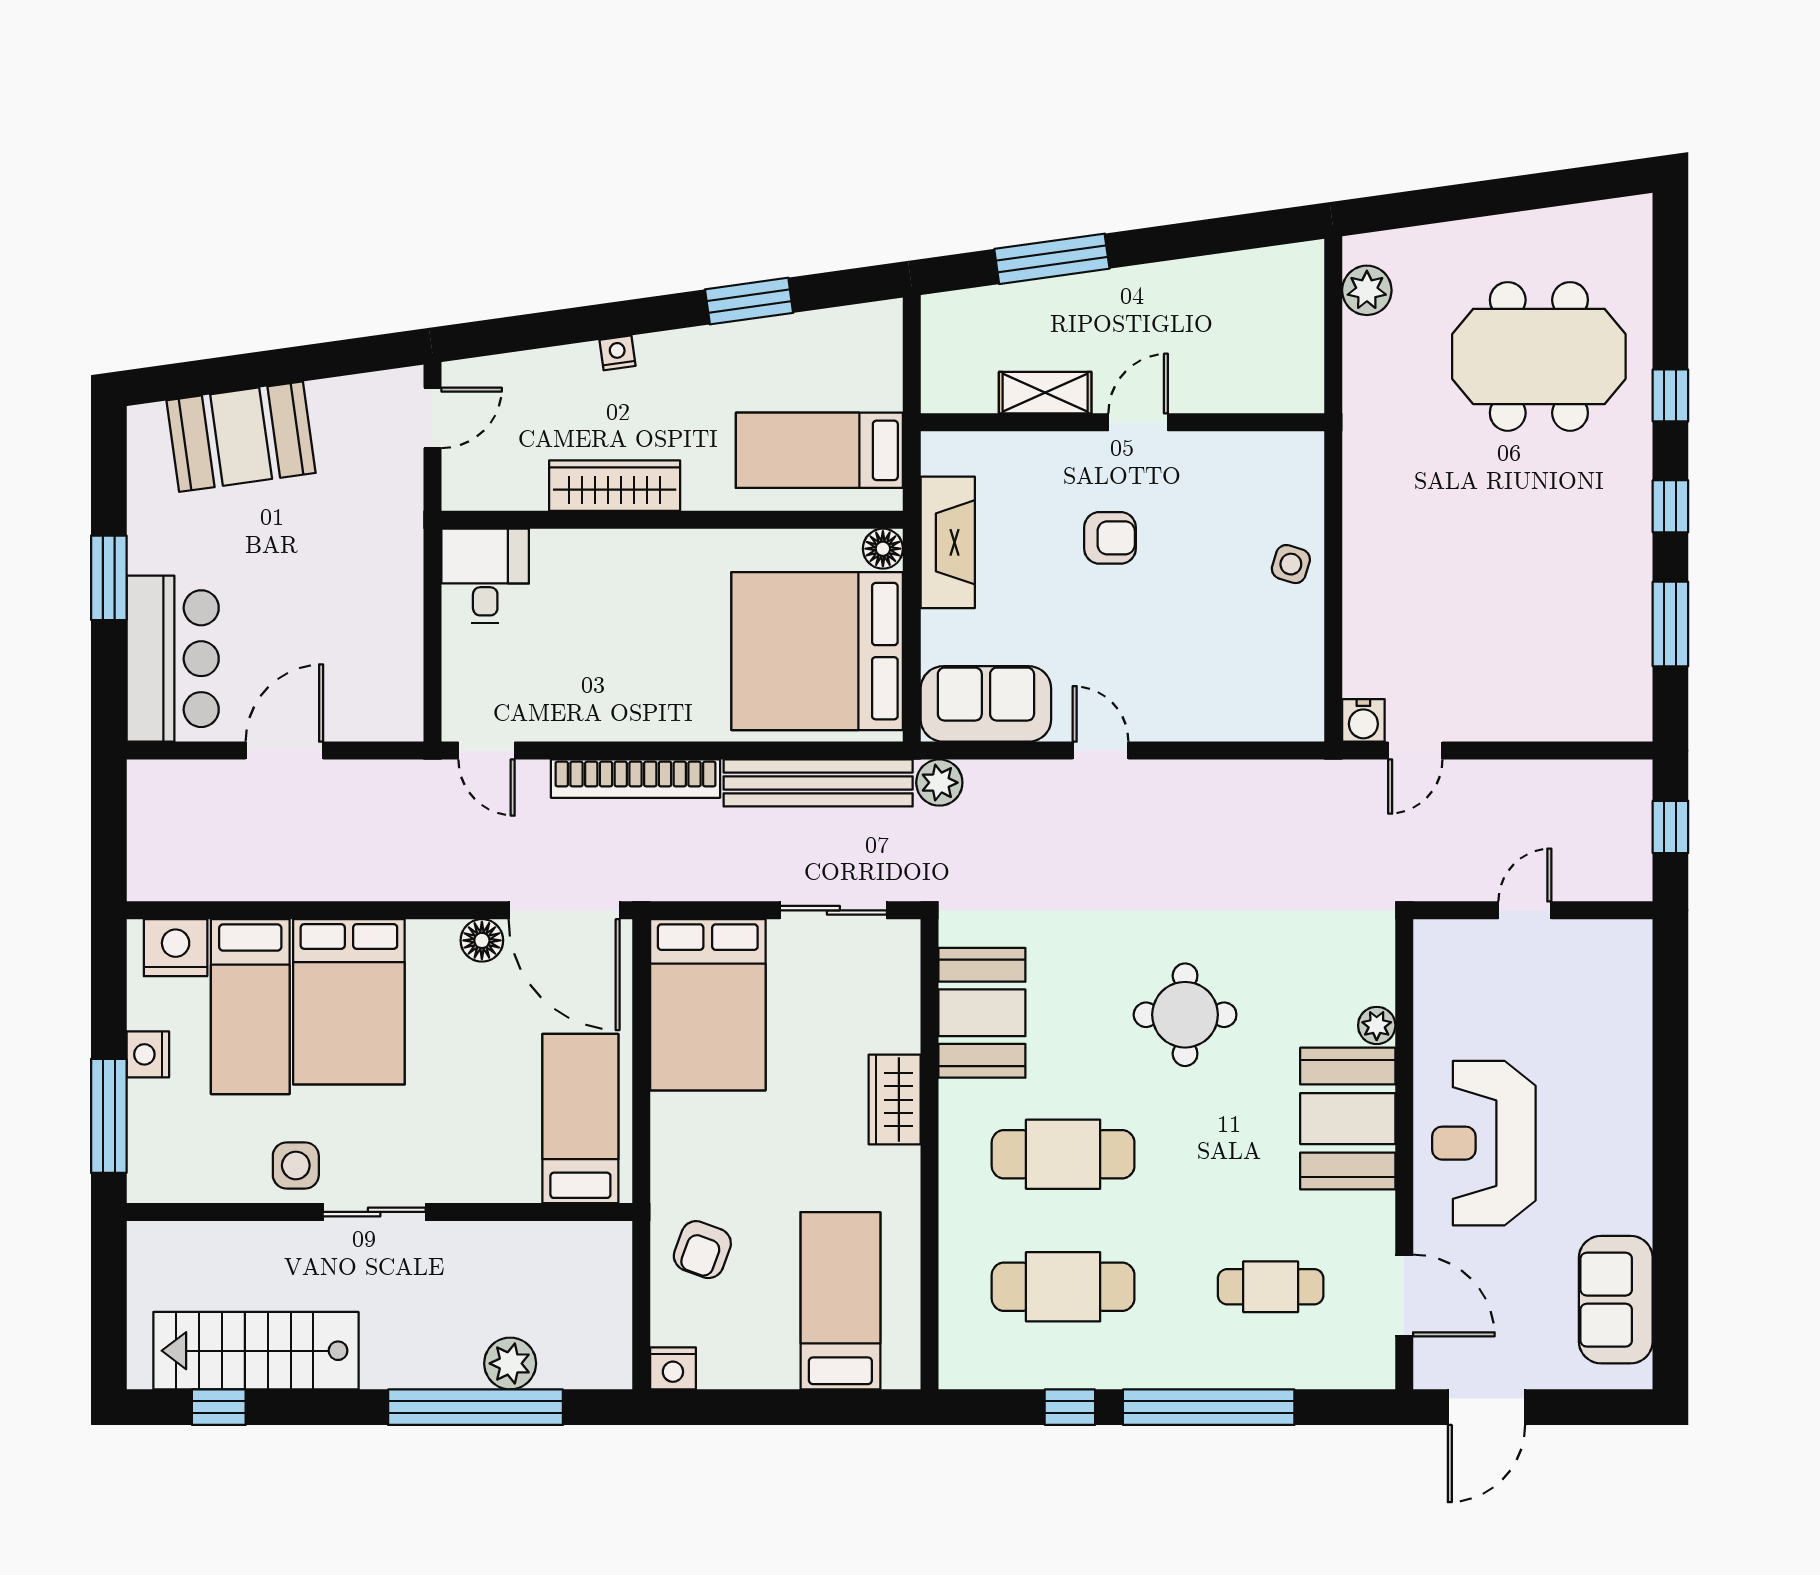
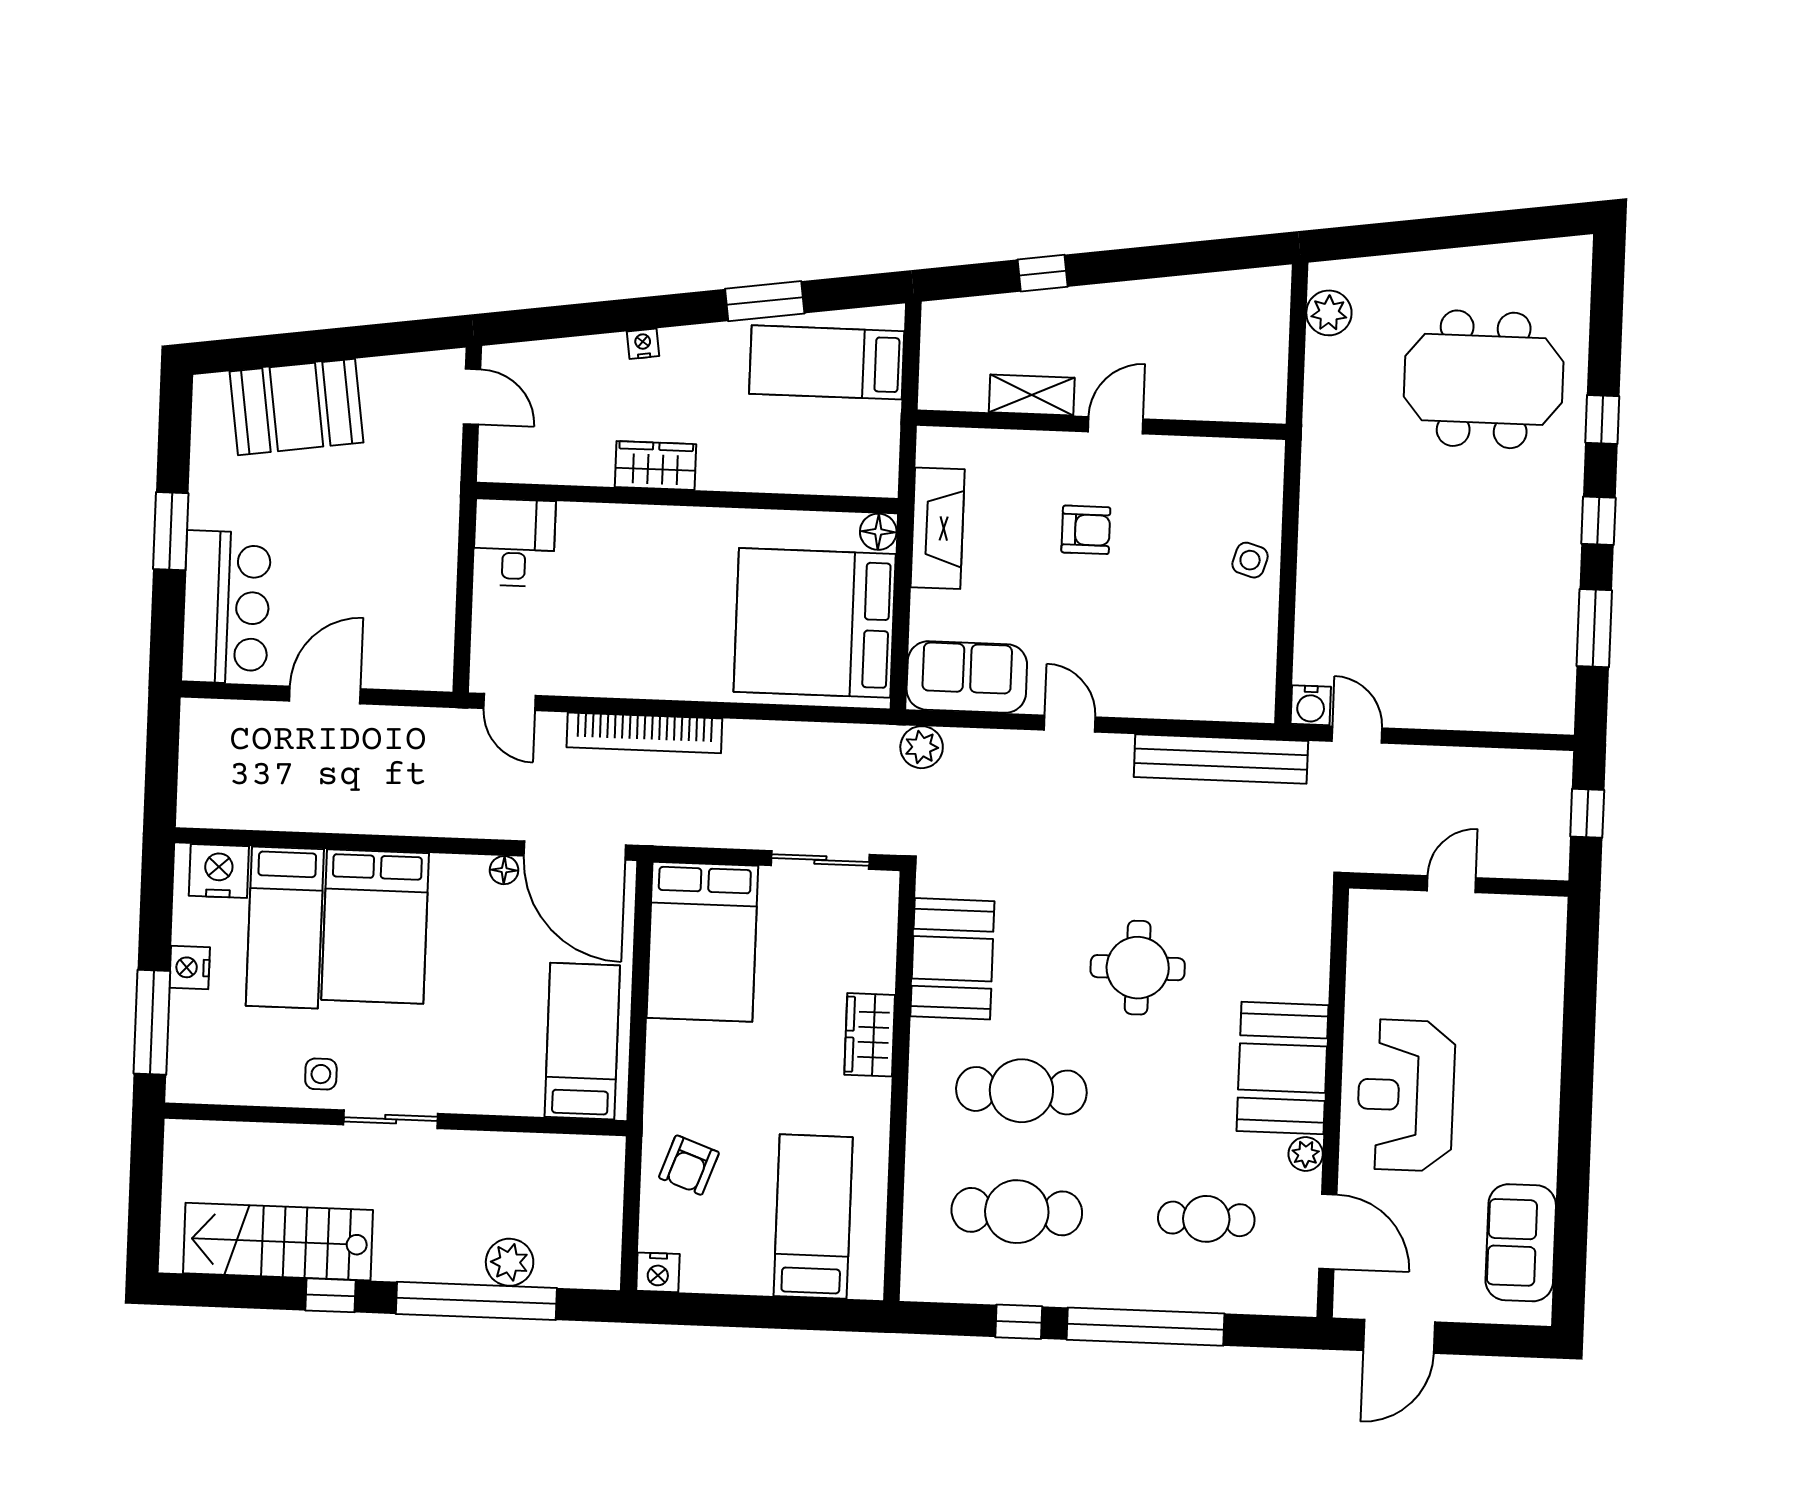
window: (1052, 259) -> (1043, 273), width x0.46
door: (433, 418) -> (472, 397), hinge flipped
bed: (819, 450) -> (827, 362), moved
wardrobe: (615, 486) -> (656, 466), width x0.67
door: (1415, 751) -> (1357, 735), swing flipped
bench: (818, 783) -> (1221, 759), moved
floor lamp: (482, 940) -> (504, 870), width x0.73, depth x0.73
plant: (1377, 1025) -> (1306, 1154), moved
side table: (296, 1165) -> (321, 1074), width x0.73, depth x0.73
window: (219, 1407) -> (331, 1295), moved

